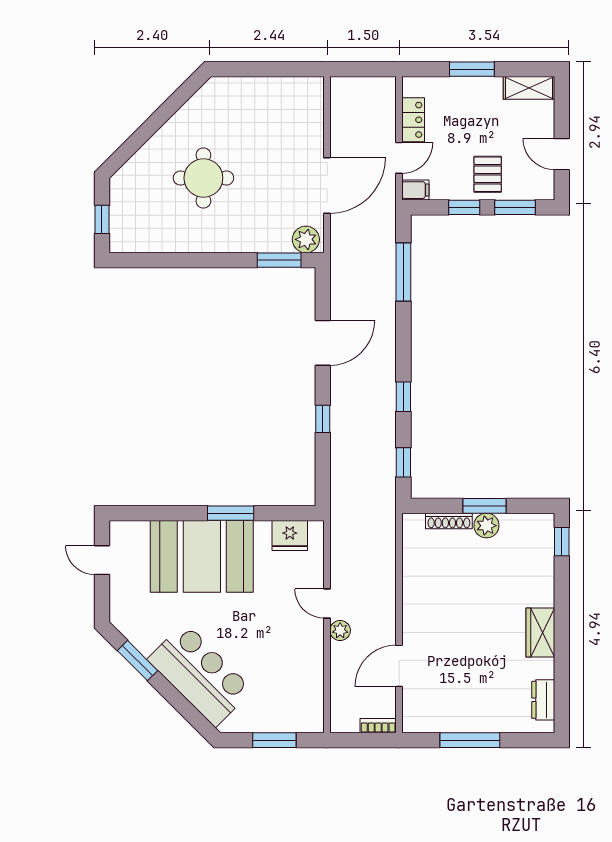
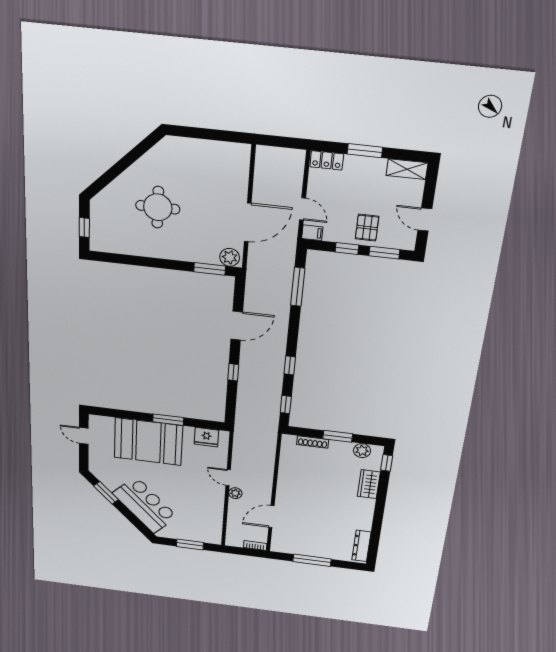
locker: (413, 120) -> (327, 160), moved, turned 90
door: (399, 158) -> (303, 209), hinge flipped
plant: (486, 526) -> (362, 451), moved
wardrobe: (540, 632) -> (369, 484), moved
dresser: (543, 700) -> (361, 546), width x1.44

